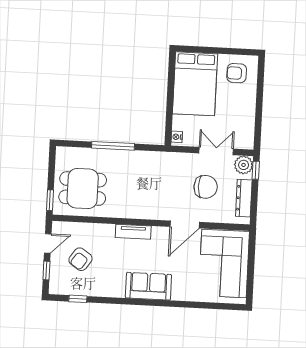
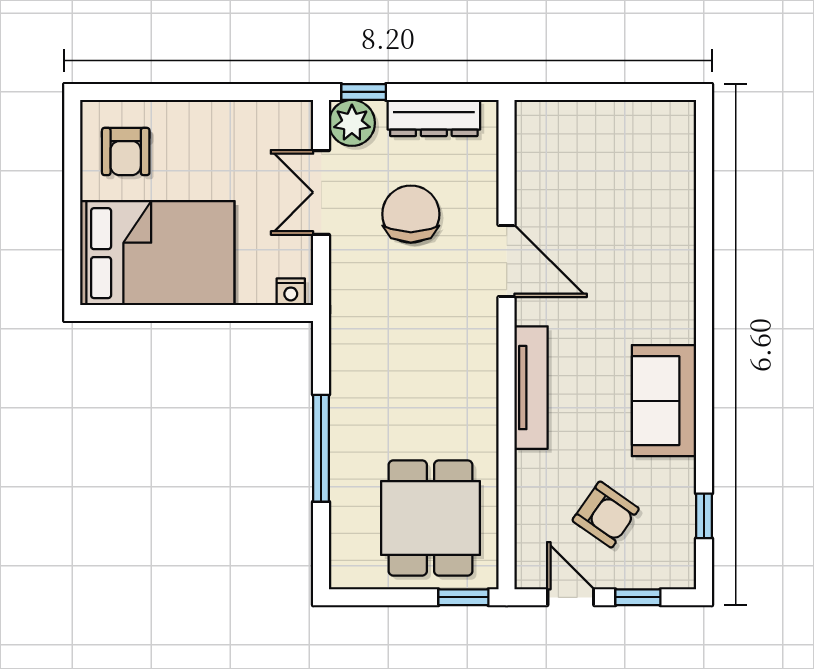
tv unit: (133, 232) -> (531, 388), width x1.41
corner sofa: (224, 264) -> (598, 159), removed
sofa: (148, 286) -> (664, 401), moved

